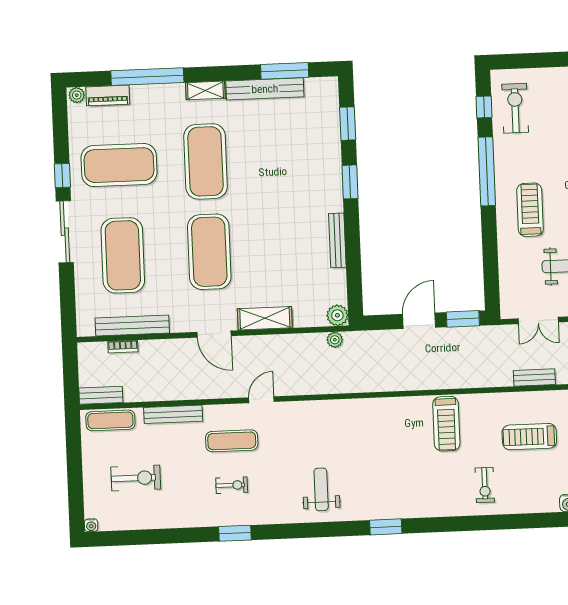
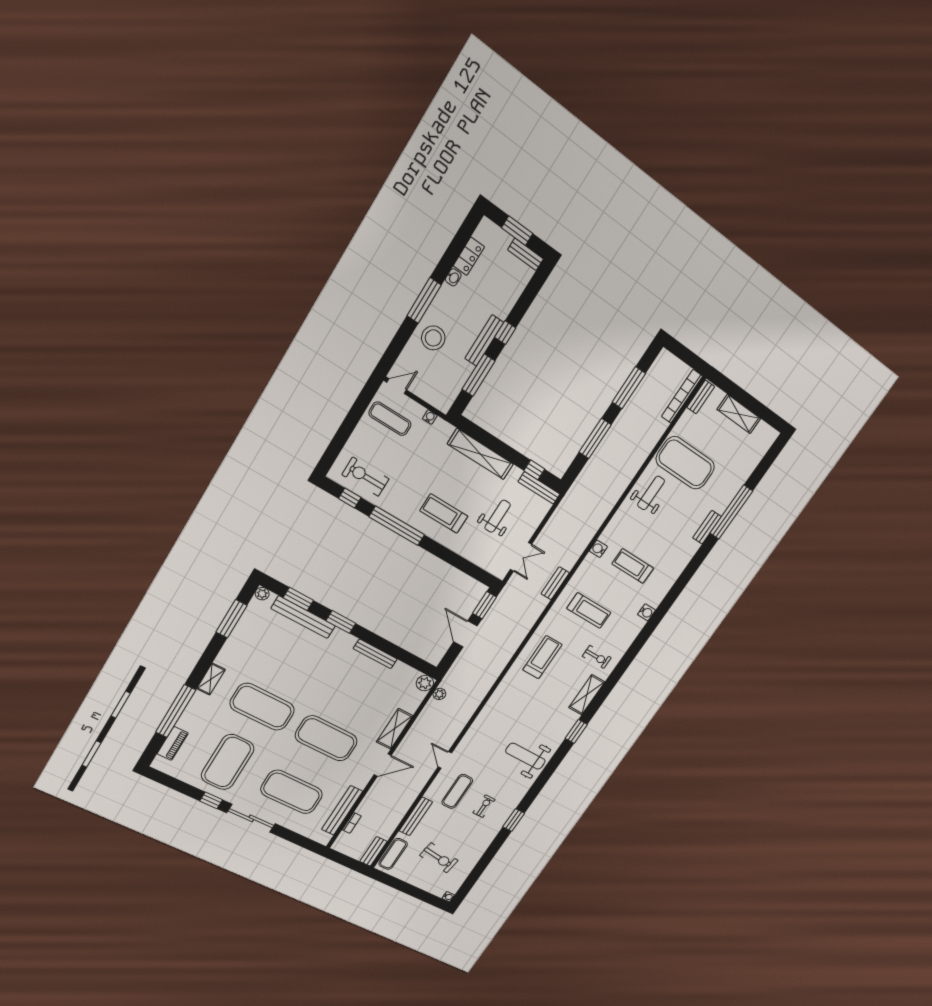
bench: (265, 89) -> (303, 617), moved, turned 90
plant: (77, 95) -> (262, 594), moved
treadmill: (446, 424) -> (542, 657), turned -90
treadmill: (529, 437) -> (589, 611), turned -90
exercise bike: (136, 478) -> (439, 858), turned 98
weight bench: (321, 489) -> (525, 756), width x1.36, depth x1.33
shelving: (436, 506) -> (587, 695), added

